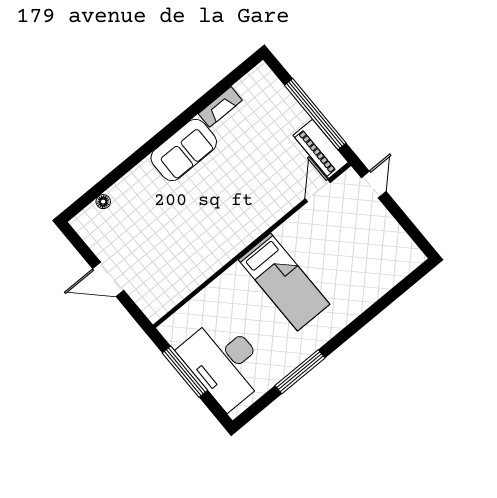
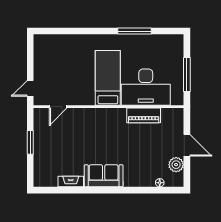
window: (315, 114) -> (30, 142), width x0.47
piano: (321, 149) -> (144, 115), moved, turned 90
plant: (101, 243) -> (176, 165), added
desk: (224, 362) -> (146, 87), moved, turned 90

